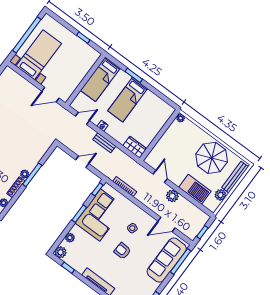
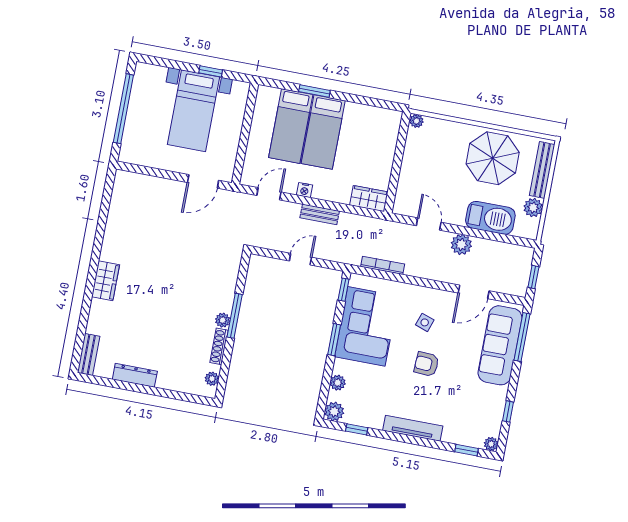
bed with nightstands: (39, 55) -> (194, 111), moved, turned 180
bed: (100, 79) -> (291, 126), moved

